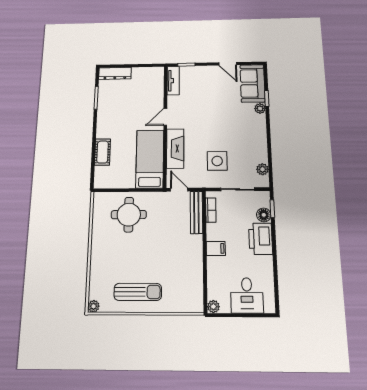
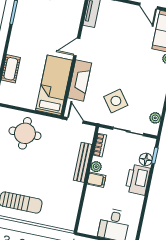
side table: (217, 161) -> (116, 101), turned -37
bench: (196, 212) -> (83, 162), moved
plant: (213, 307) -> (96, 167), moved

